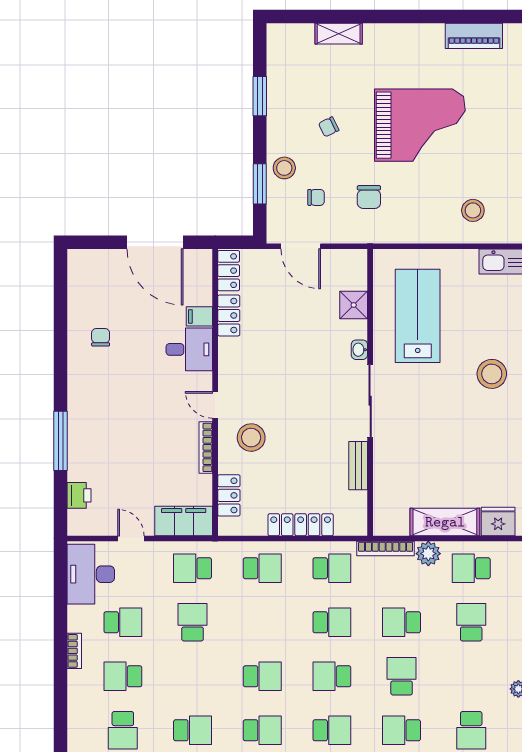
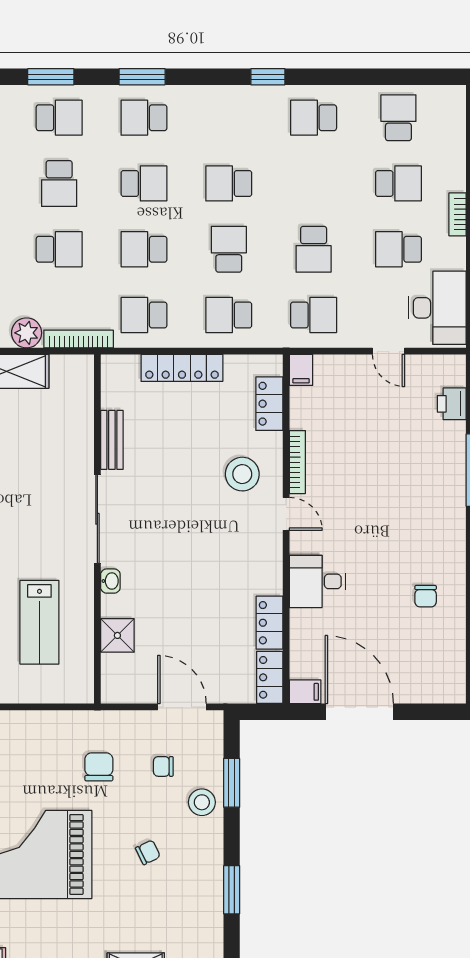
filing cabinet: (199, 316) -> (305, 692), moved
lab bench: (418, 316) -> (39, 622), width x0.73, depth x0.72
filing cabinet: (184, 521) -> (301, 370), width x0.33, depth x0.86
school desk: (262, 730) -> (229, 249), moved, turned 90

